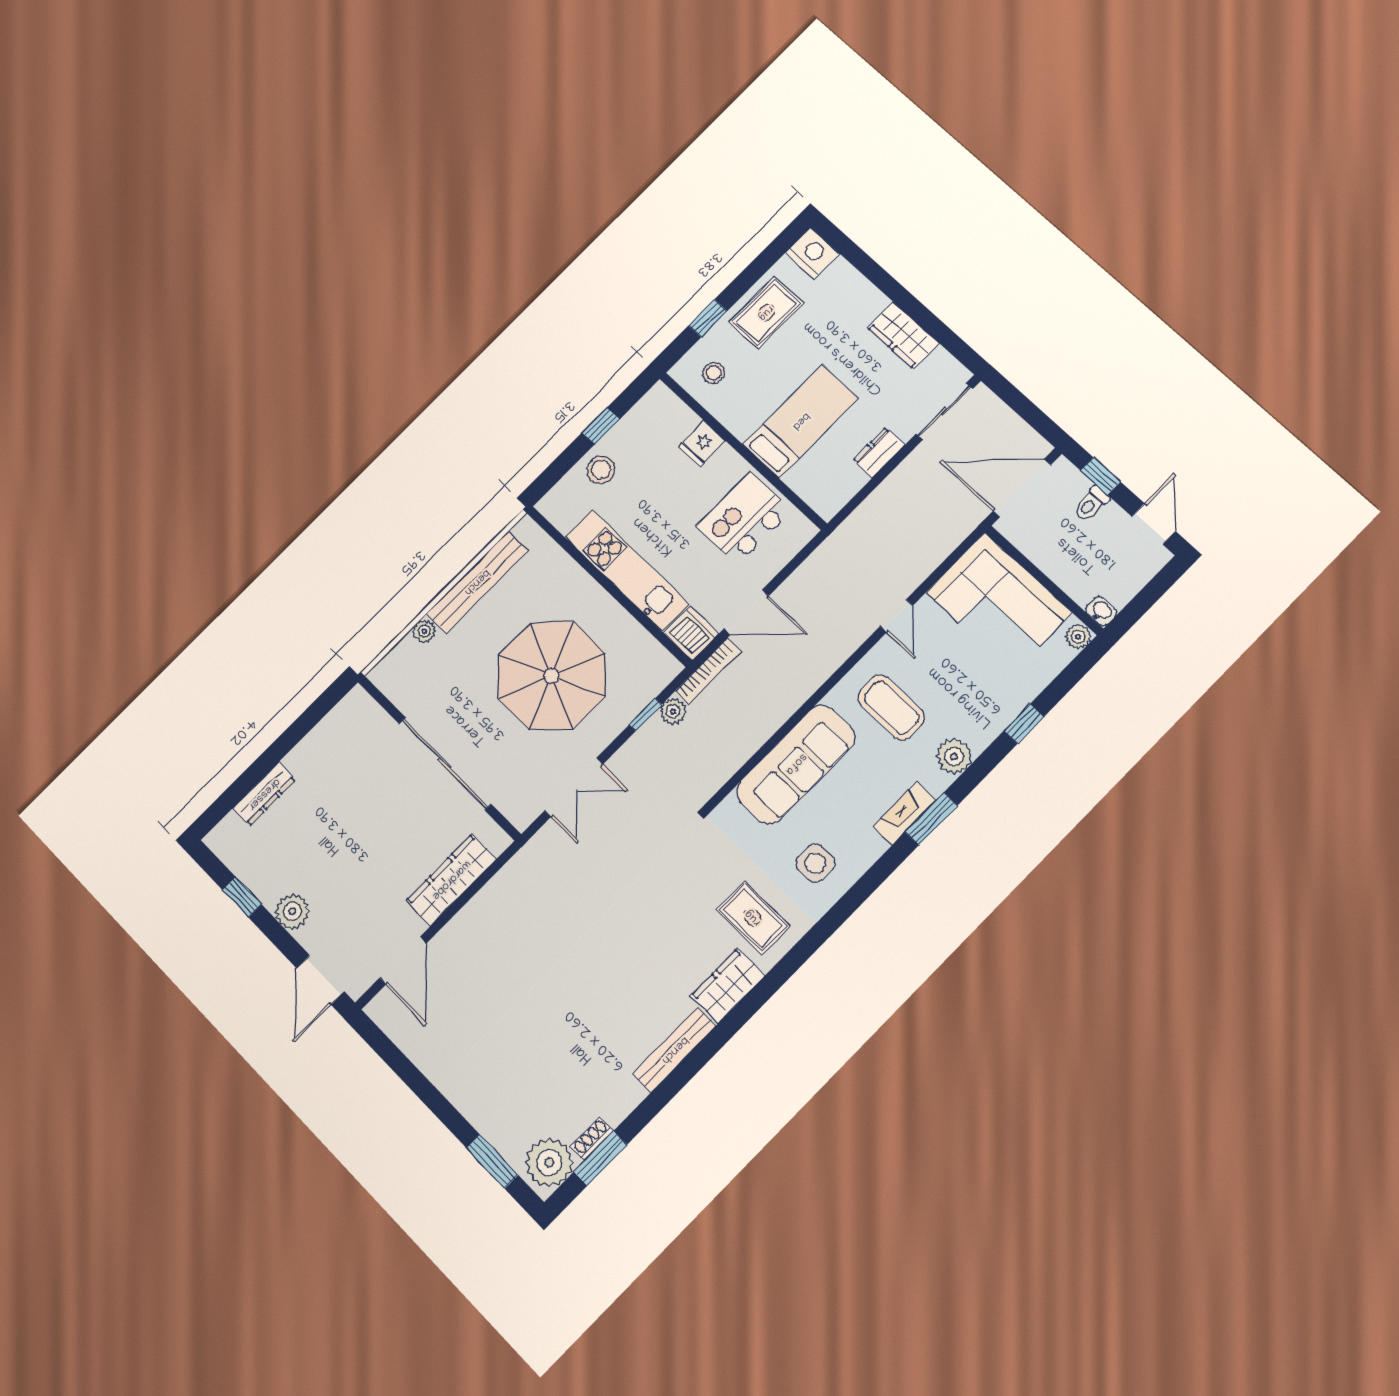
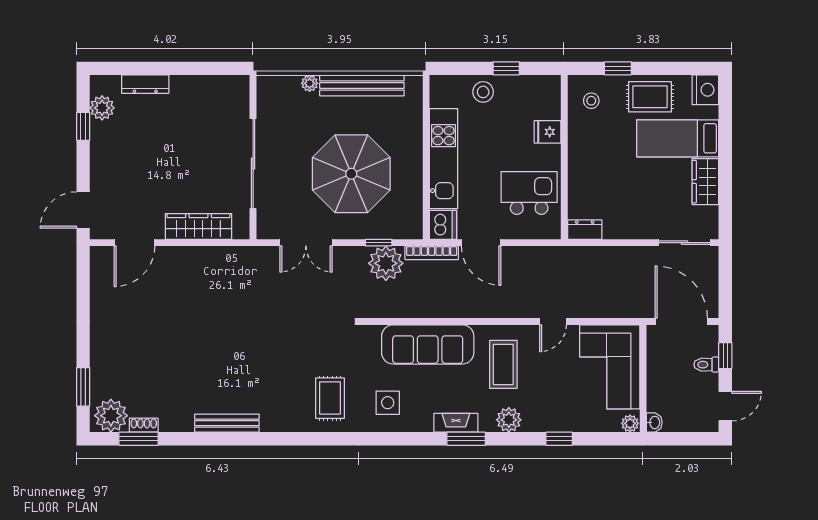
bed: (801, 421) -> (678, 138), moved, turned 180
dresser: (879, 453) -> (585, 230), moved
plant: (673, 711) -> (386, 263), width x1.88, depth x1.88
plant: (292, 911) -> (102, 108), moved
wardrobe: (728, 986) -> (284, 419), removed

